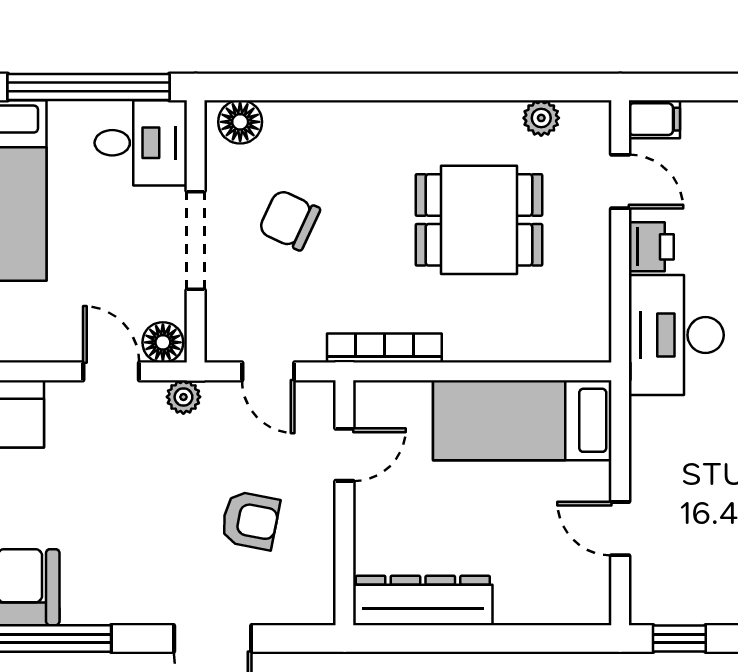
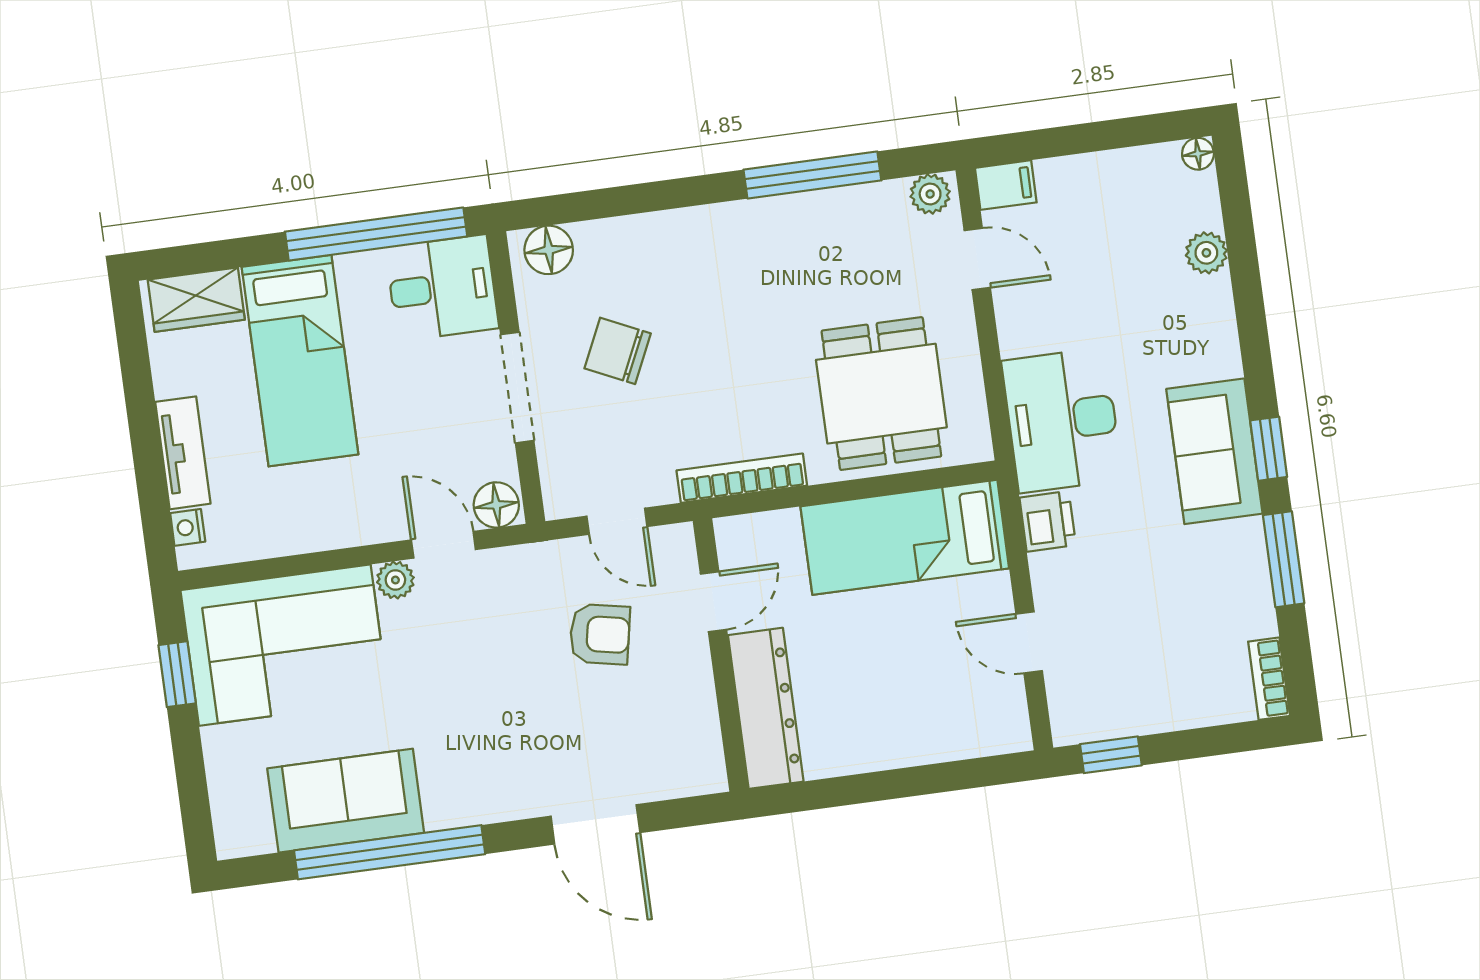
window: (484, 87) -> (812, 175), added
plant: (541, 118) -> (930, 194), moved
dining table: (479, 220) -> (881, 394), moved, turned 90
printer: (651, 247) -> (1048, 521), moved
plant: (183, 397) -> (395, 580), moved
armchair: (250, 520) -> (600, 634), moved
dresser: (423, 600) -> (766, 708), moved, turned 90

